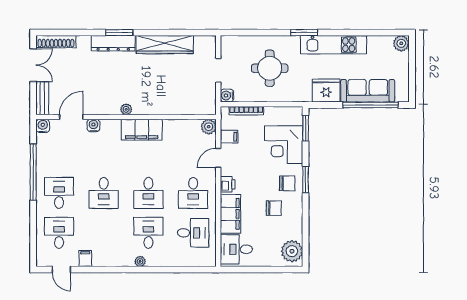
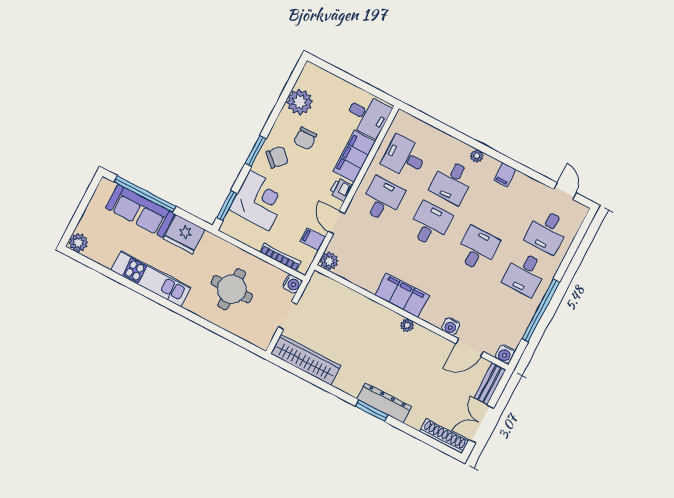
window: (304, 33) -> (175, 308), removed
wardrobe: (165, 45) -> (306, 360), moved
door: (218, 158) -> (336, 222), swing flipped
chair: (287, 183) -> (277, 157), turned 134
chair: (274, 208) -> (305, 138), turned -90
plant: (292, 251) -> (300, 102), moved
filing cabinet: (85, 259) -> (505, 175), moved

